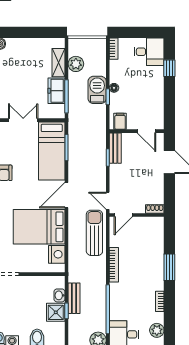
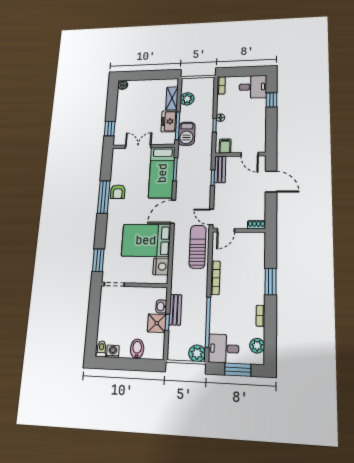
barbecue: (97, 90) -> (187, 134), moved, turned 180

